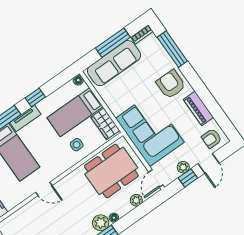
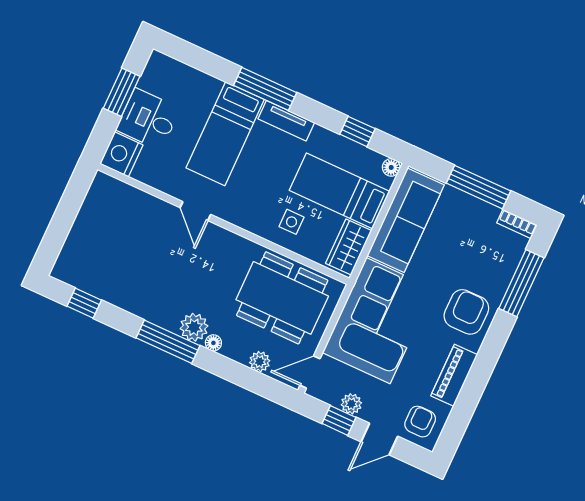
sofa: (114, 63) -> (406, 220), moved, turned -90
window: (35, 98) -> (358, 131), moved
armchair: (212, 138) -> (420, 422), turned 90

